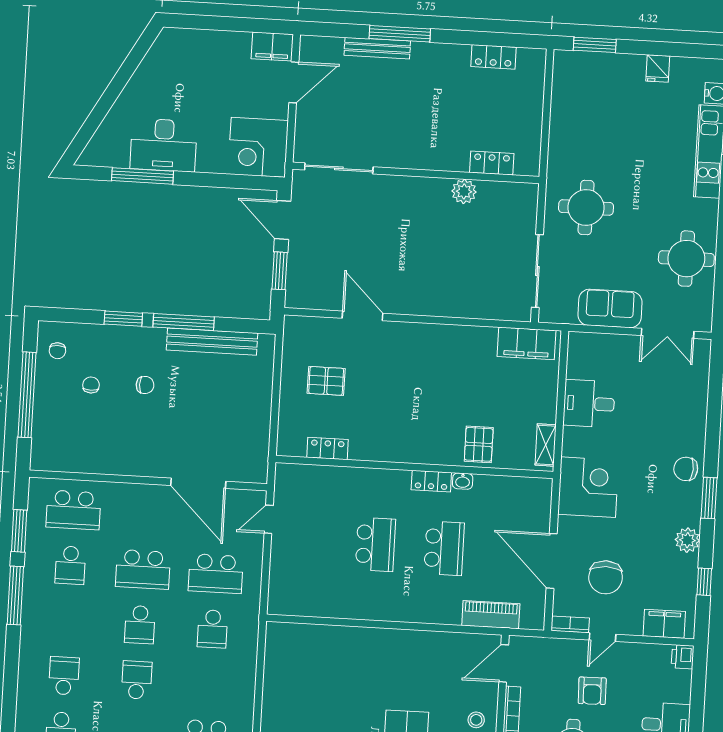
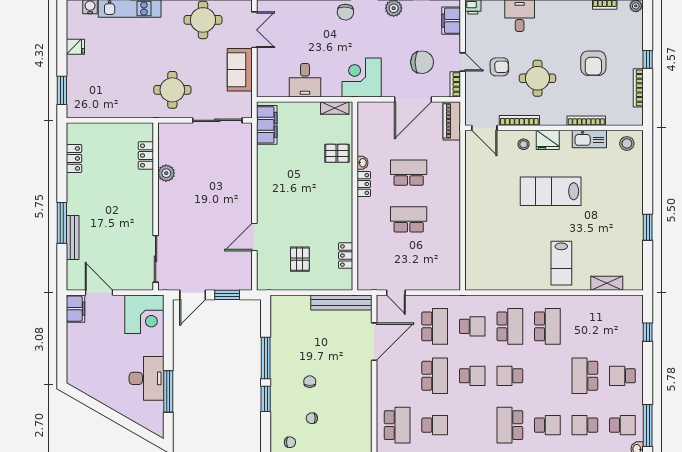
bench: (212, 342) -> (341, 302), moved, turned 90
piano: (491, 615) -> (452, 121), moved
school desk: (64, 676) -> (510, 425), width x1.85
school desk: (209, 684) -> (510, 326), added

